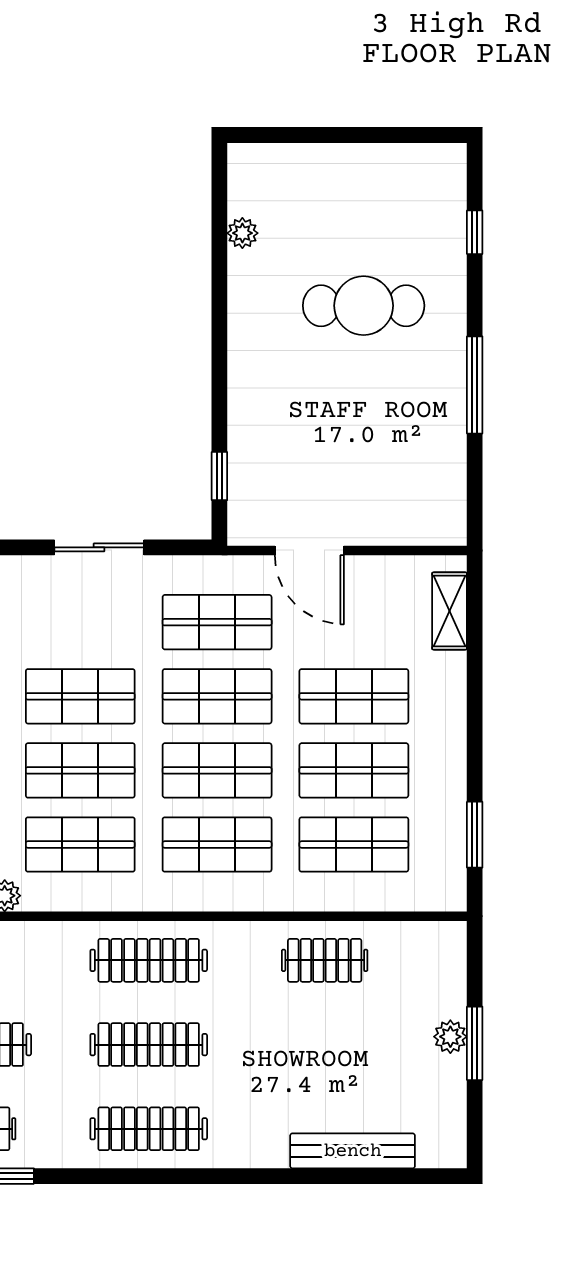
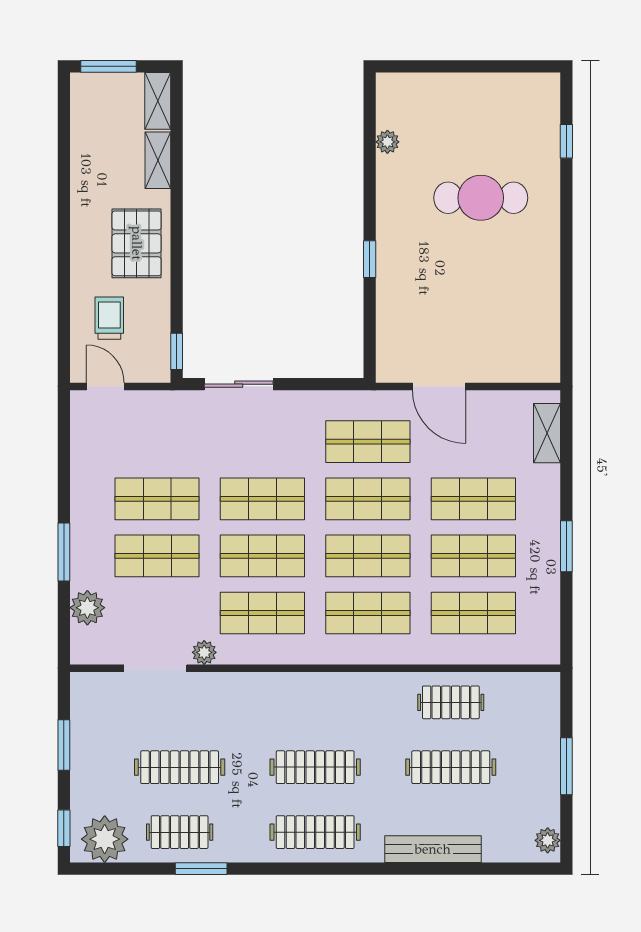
window: (475, 385) -> (566, 259), removed
window: (219, 476) -> (370, 259), moved
sliding door: (99, 547) -> (239, 384), moved
window: (475, 835) -> (566, 546), moved
clothes rail: (149, 960) -> (451, 767), moved
plant: (450, 1037) -> (548, 840), moved
bench: (353, 1151) -> (433, 849), moved

